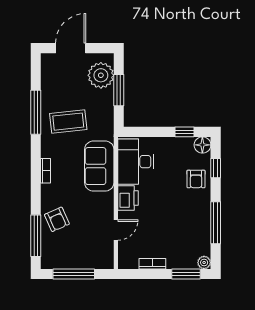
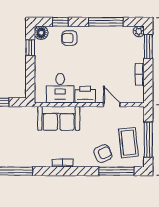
coffee table: (68, 122) -> (128, 143), moved
desk: (136, 162) -> (60, 88), width x0.73
armchair: (196, 179) -> (69, 38), turned 180

